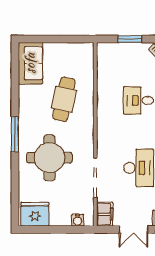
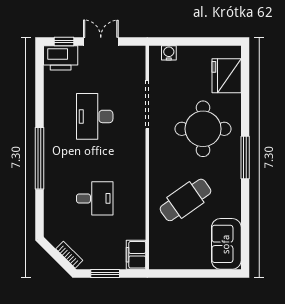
cafe table: (64, 99) -> (185, 200), turned 43
fridge: (35, 214) -> (227, 76), moved, turned 90
filing cabinet: (105, 214) -> (136, 255), moved

